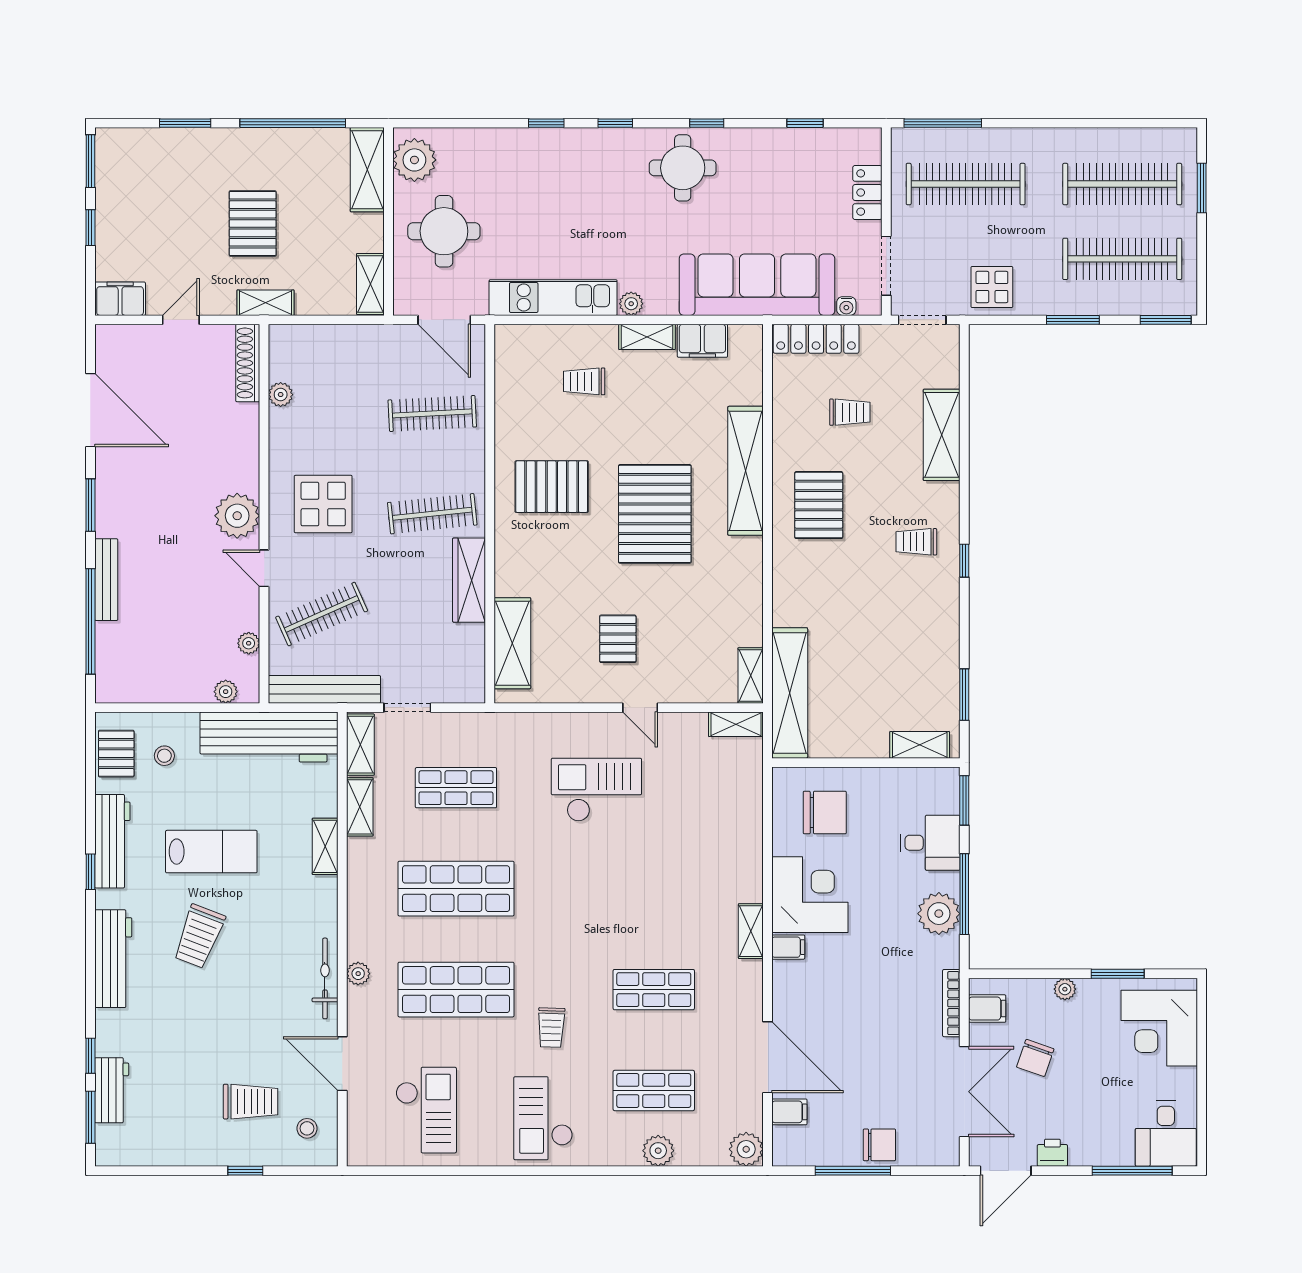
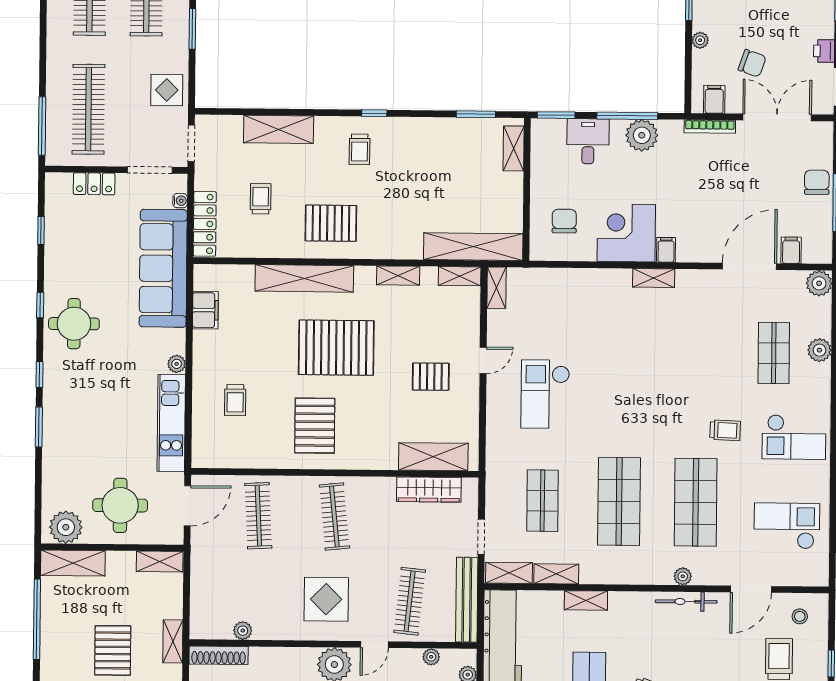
window: (546, 123) -> (39, 427), width x1.50
pallet: (253, 223) -> (113, 650), turned 90
shelving: (647, 337) -> (398, 276), moved, turned 90
wardrobe: (469, 580) -> (429, 490), moved
clothes rail: (322, 614) -> (410, 601), turned 30
chair: (825, 813) -> (564, 221), width x0.73, depth x0.73
shop shelf: (654, 990) -> (697, 352), removed

